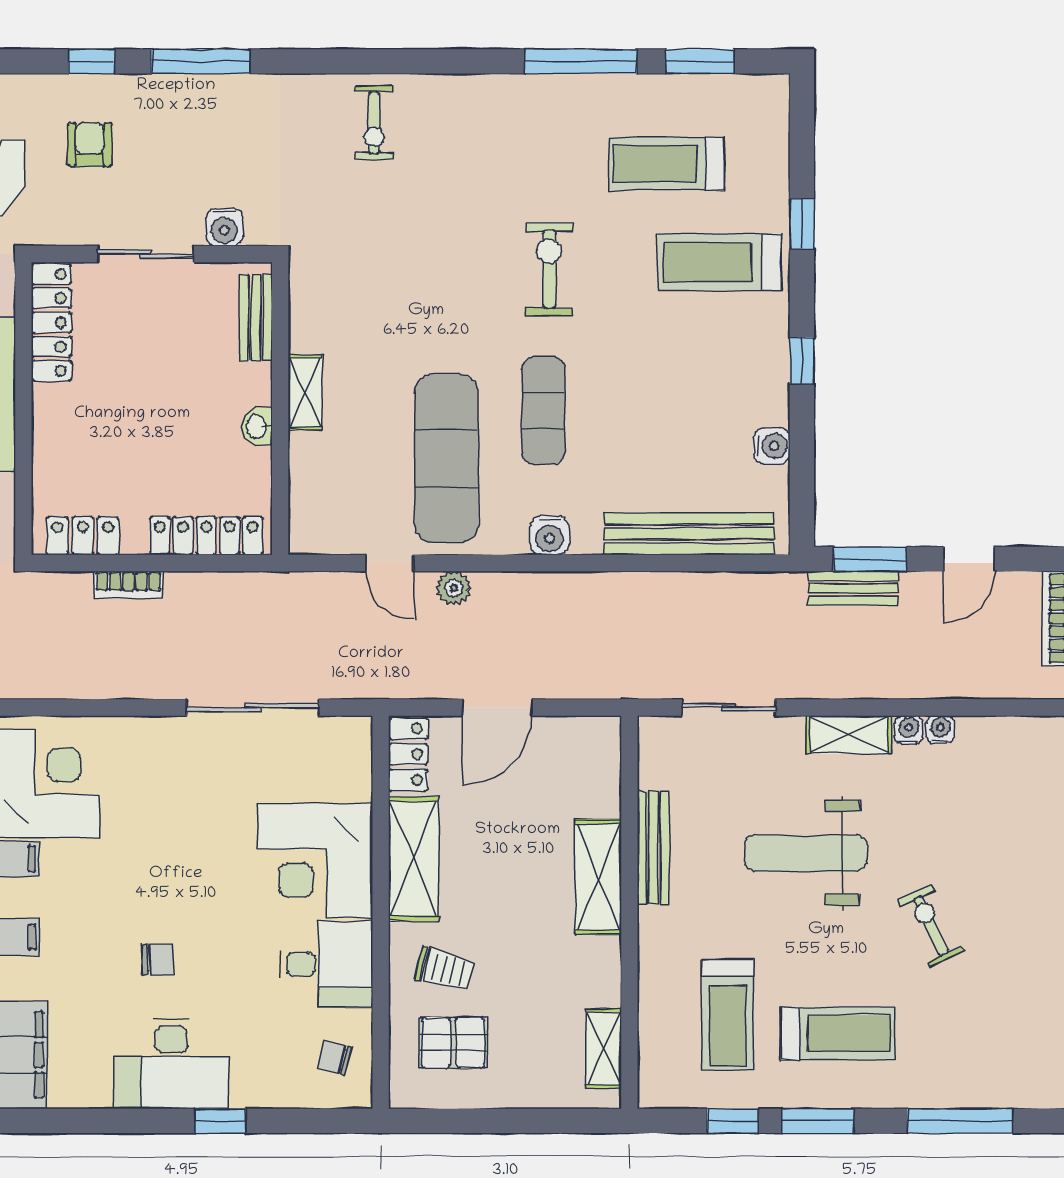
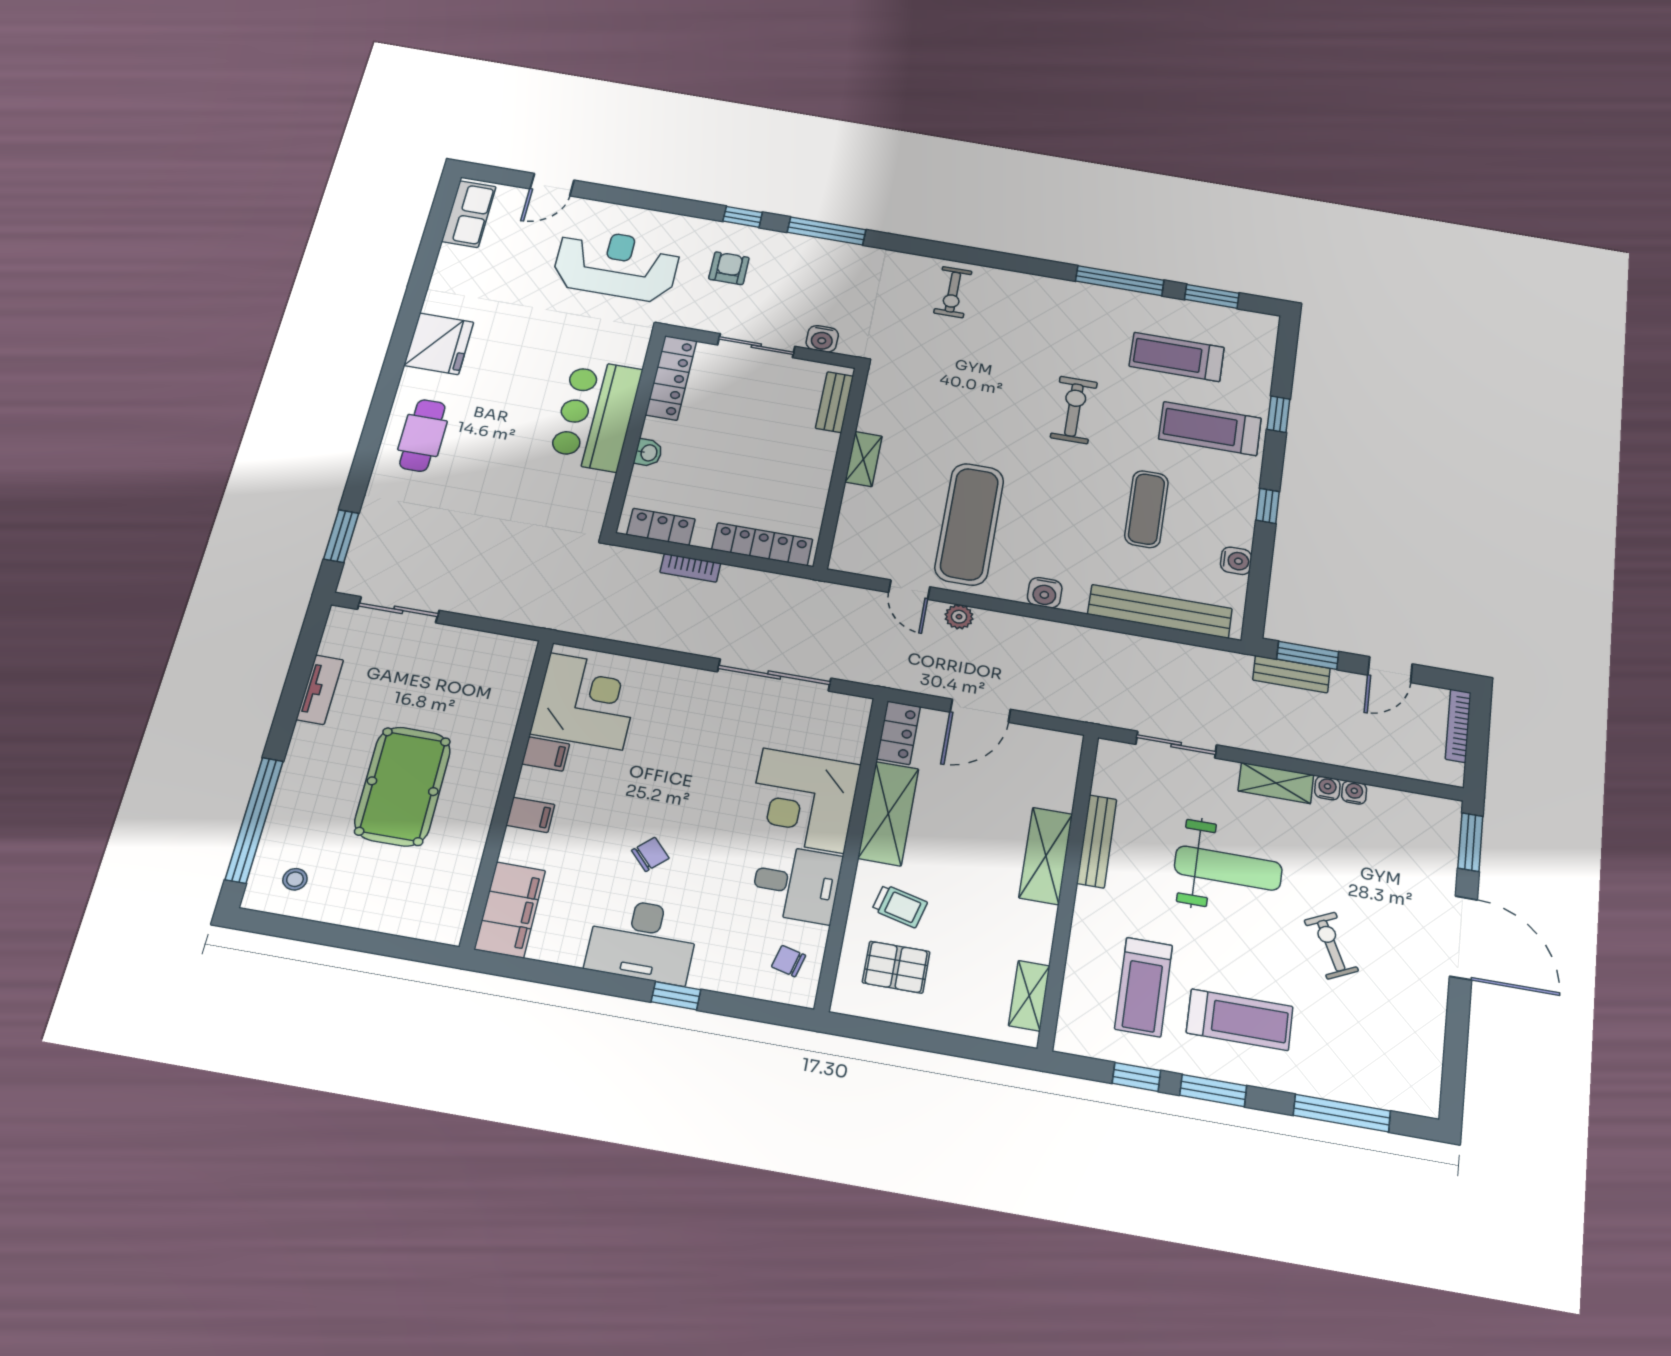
exercise mat: (543, 410) -> (1146, 509), moved
washbasin: (257, 426) -> (648, 453), moved, turned 180
weight bench: (806, 853) -> (1228, 868), turned 180
chair: (158, 960) -> (650, 854), turned -43

